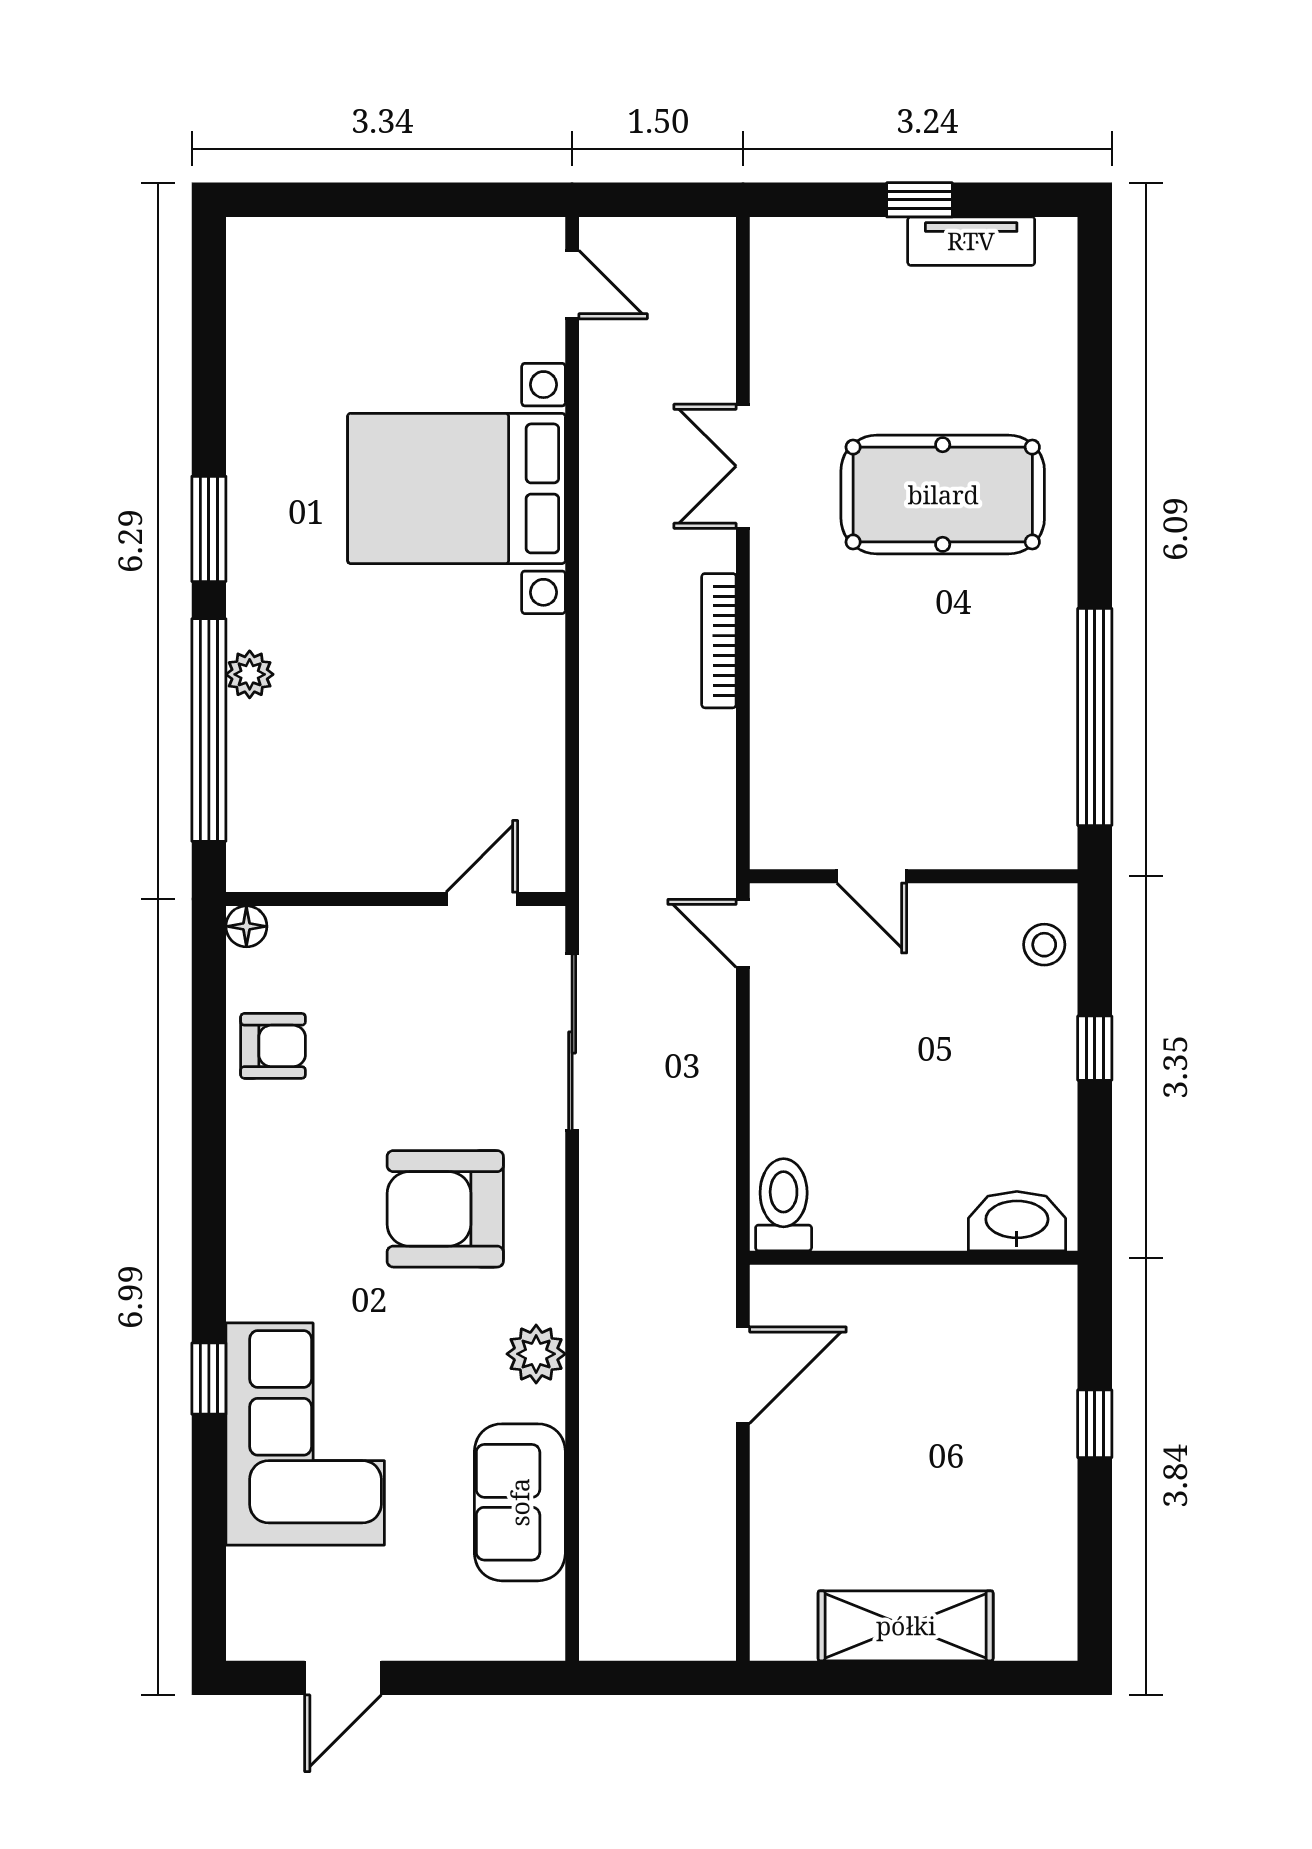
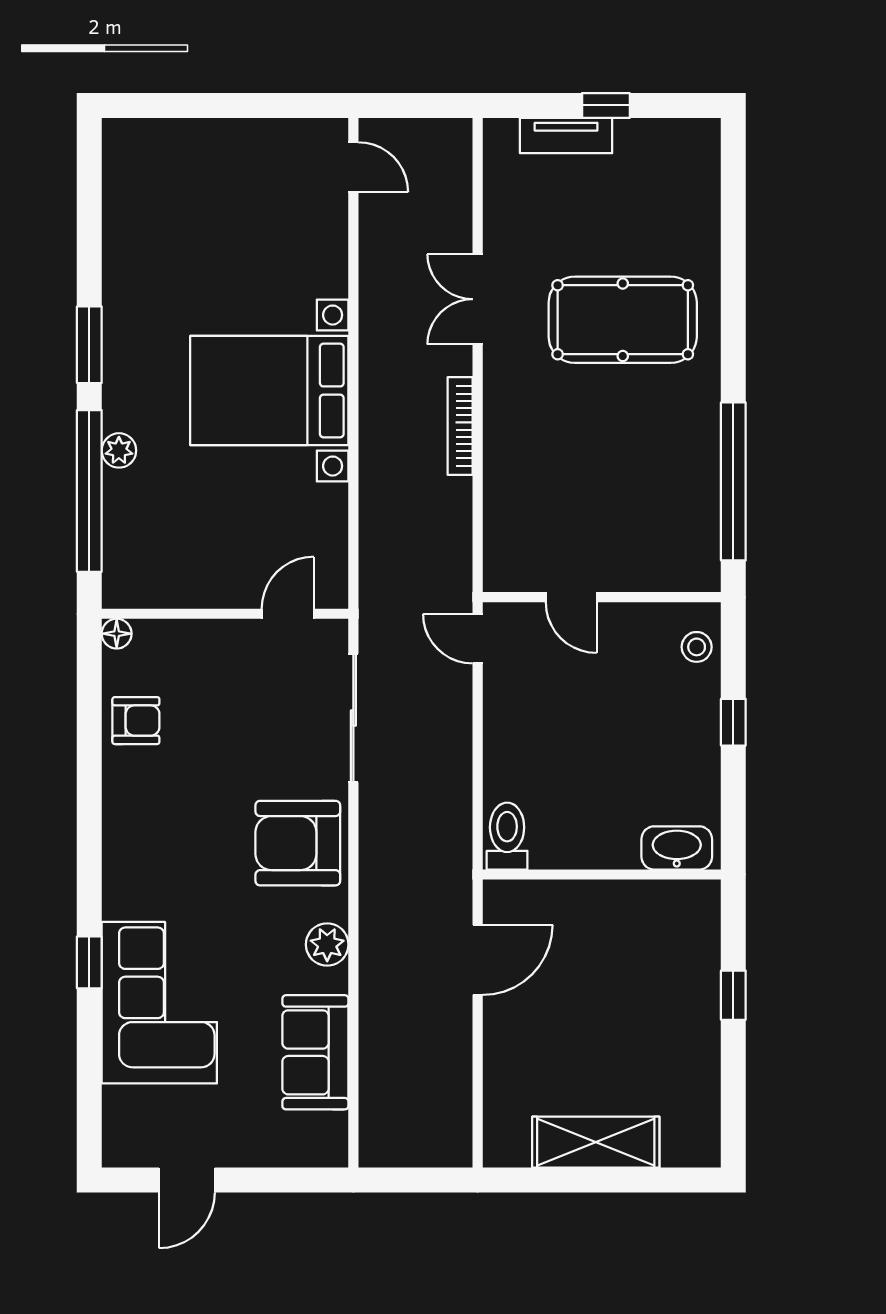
tv unit: (971, 241) -> (566, 136), moved
bed with nightstands: (456, 488) -> (269, 391), moved
armchair: (445, 1209) -> (298, 843), moved

